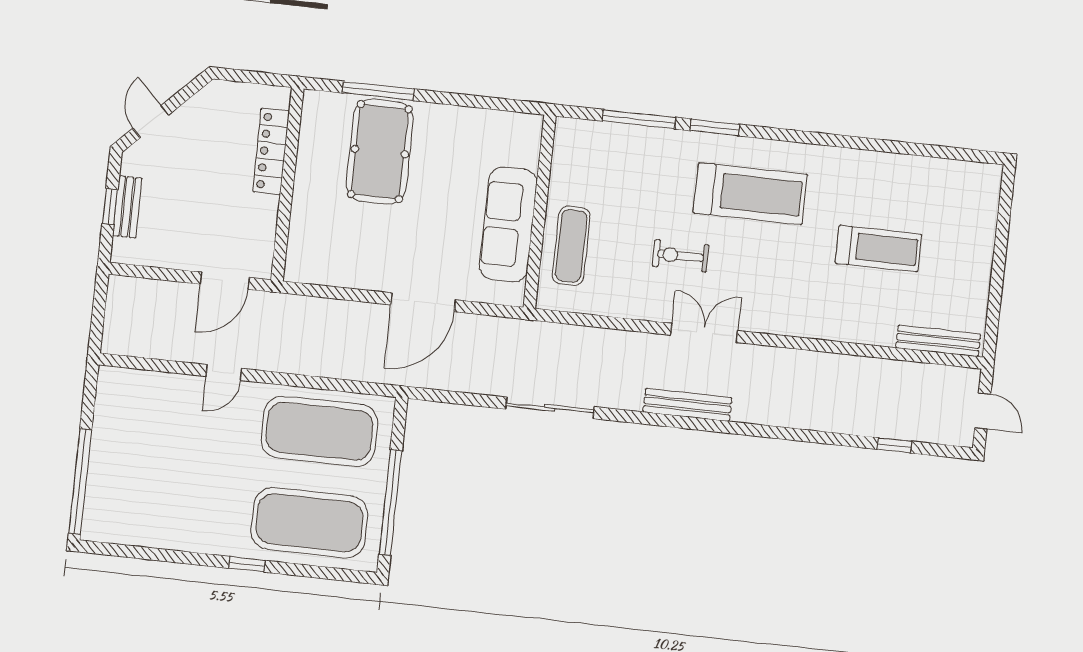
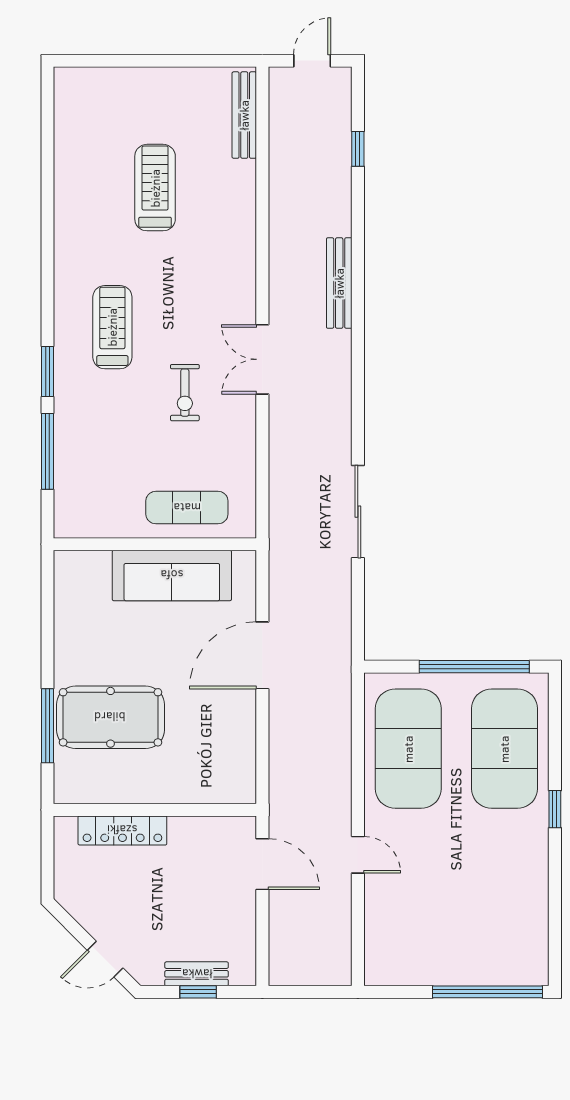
treadmill: (750, 194) -> (112, 327), width x0.73, depth x0.73
door: (423, 302) -> (262, 655), swing flipped
bench: (687, 405) -> (339, 283), moved

